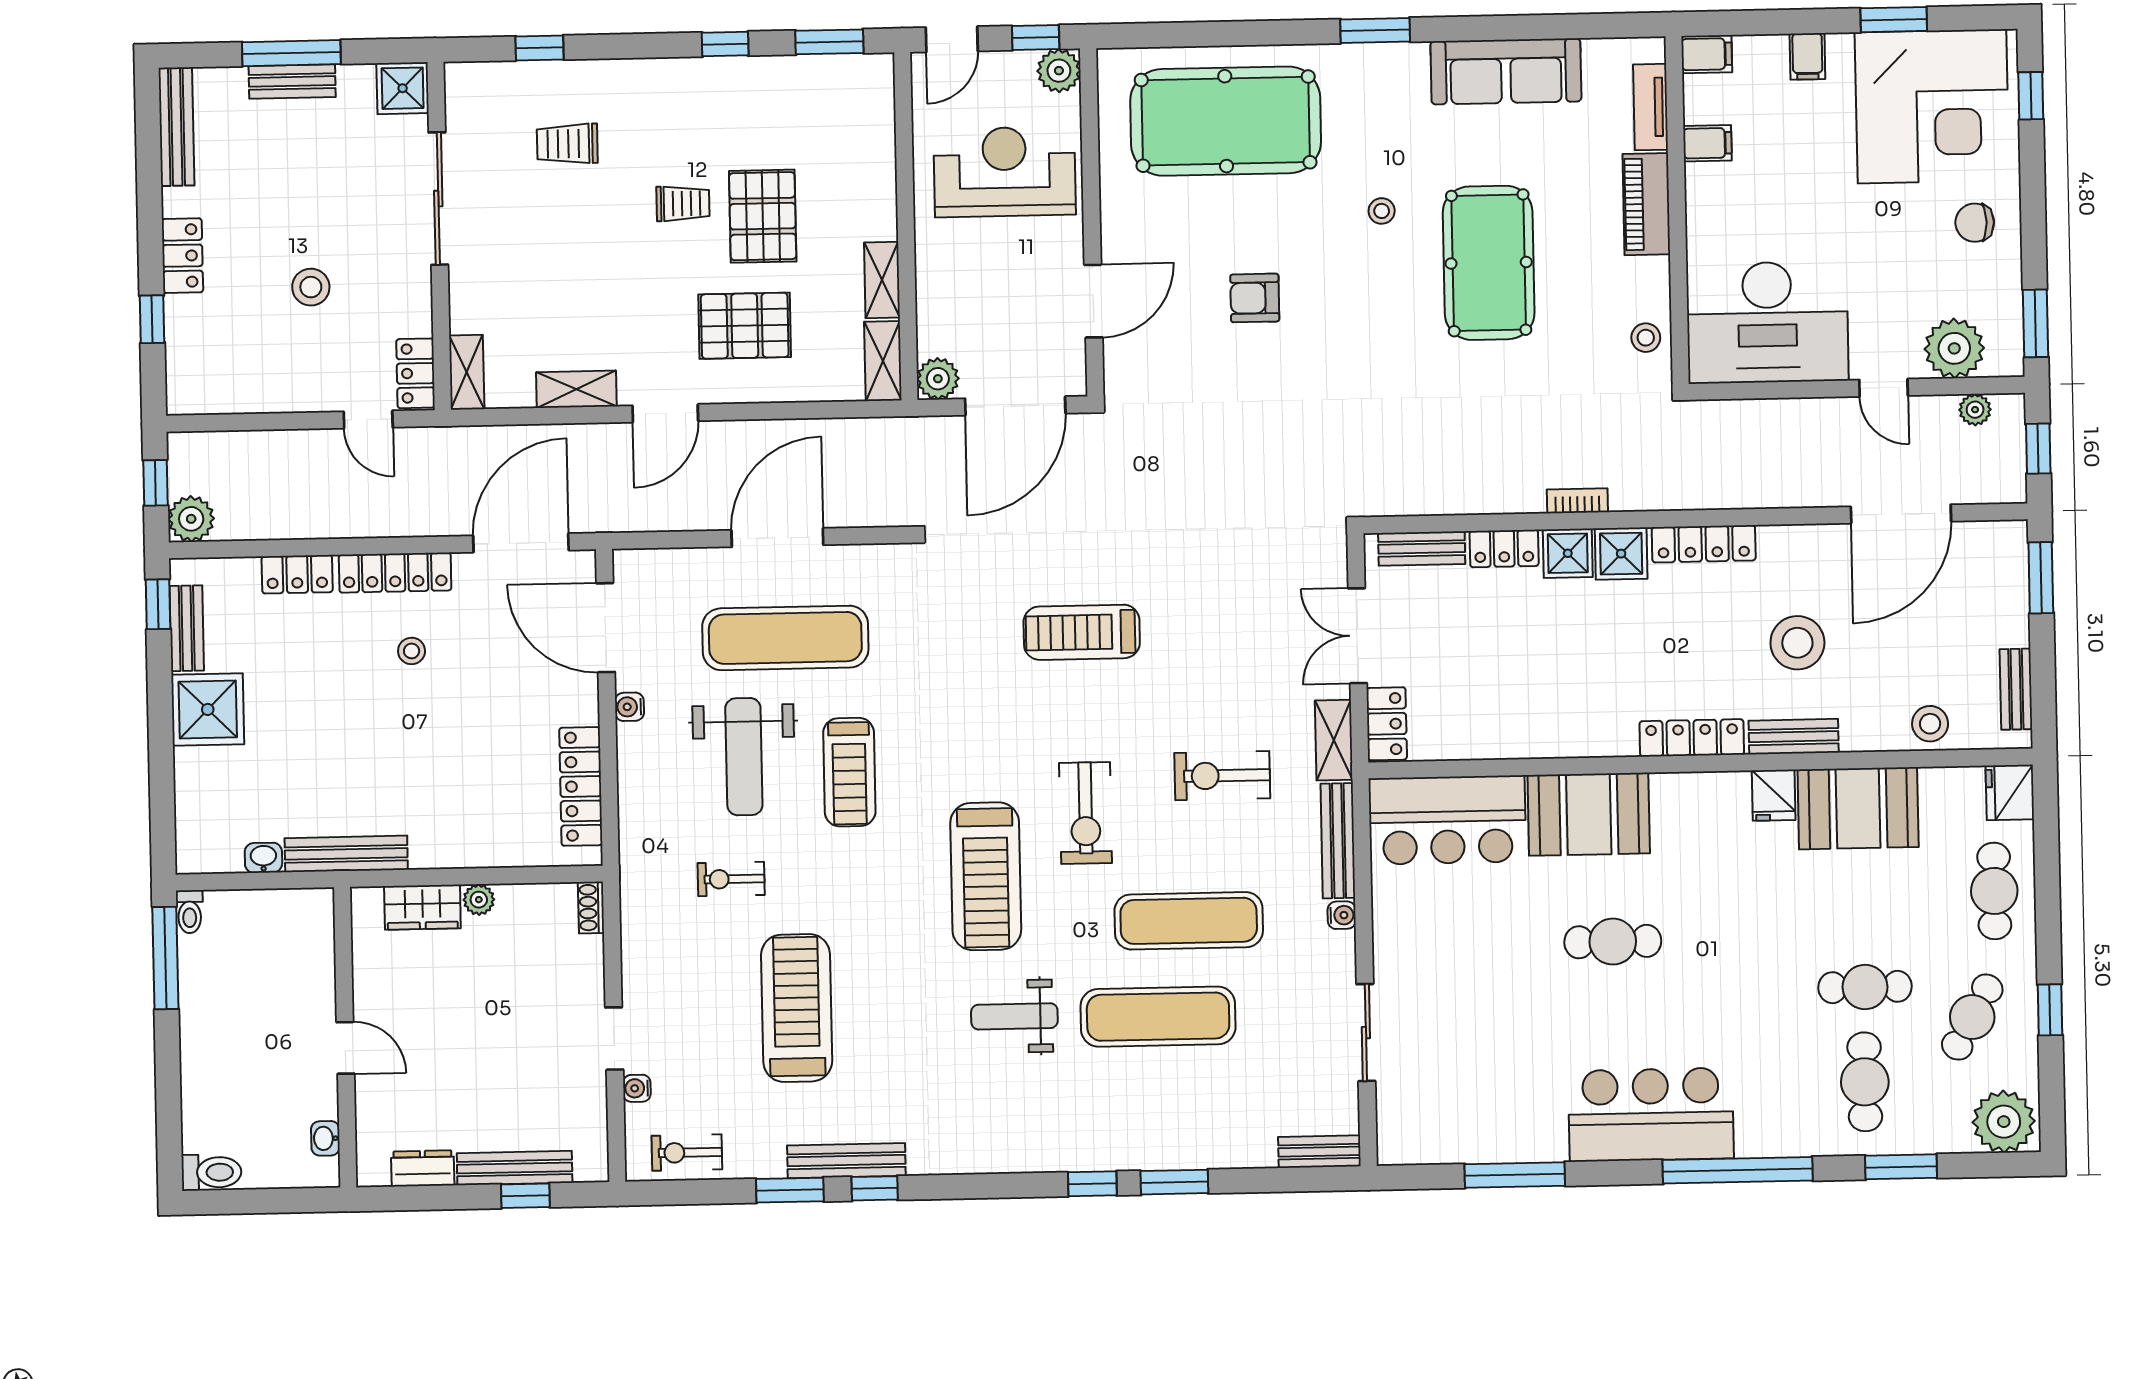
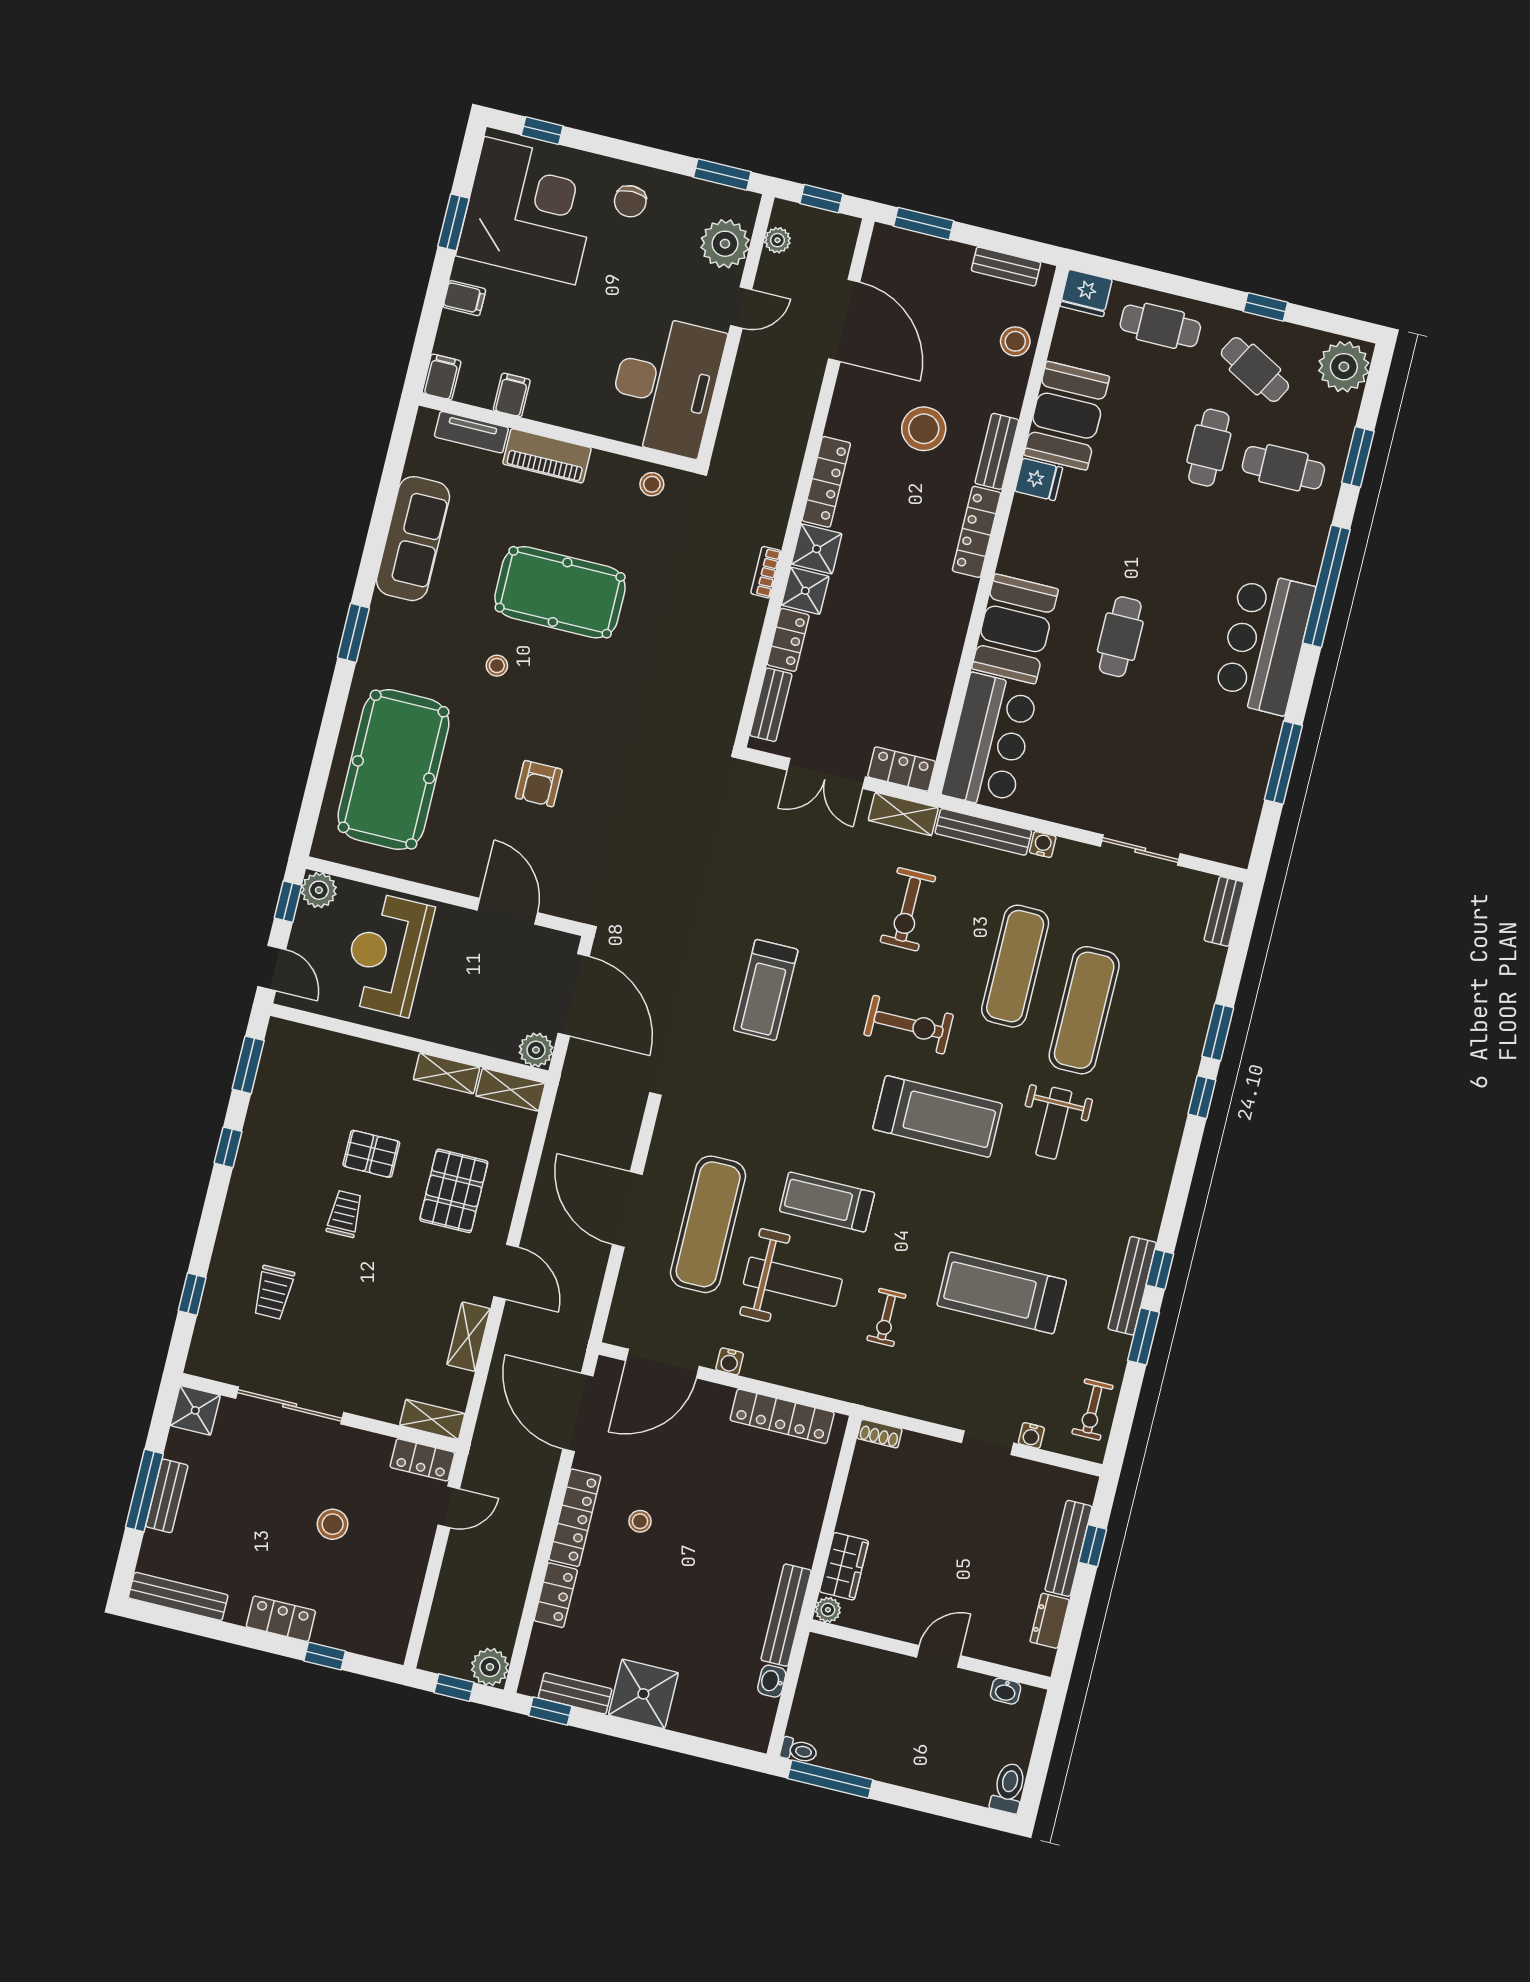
pallet: (763, 216) -> (371, 1154), width x0.67, depth x0.71
treadmill: (849, 772) -> (827, 1202), turned 180
plant: (479, 900) -> (828, 1610), moved

